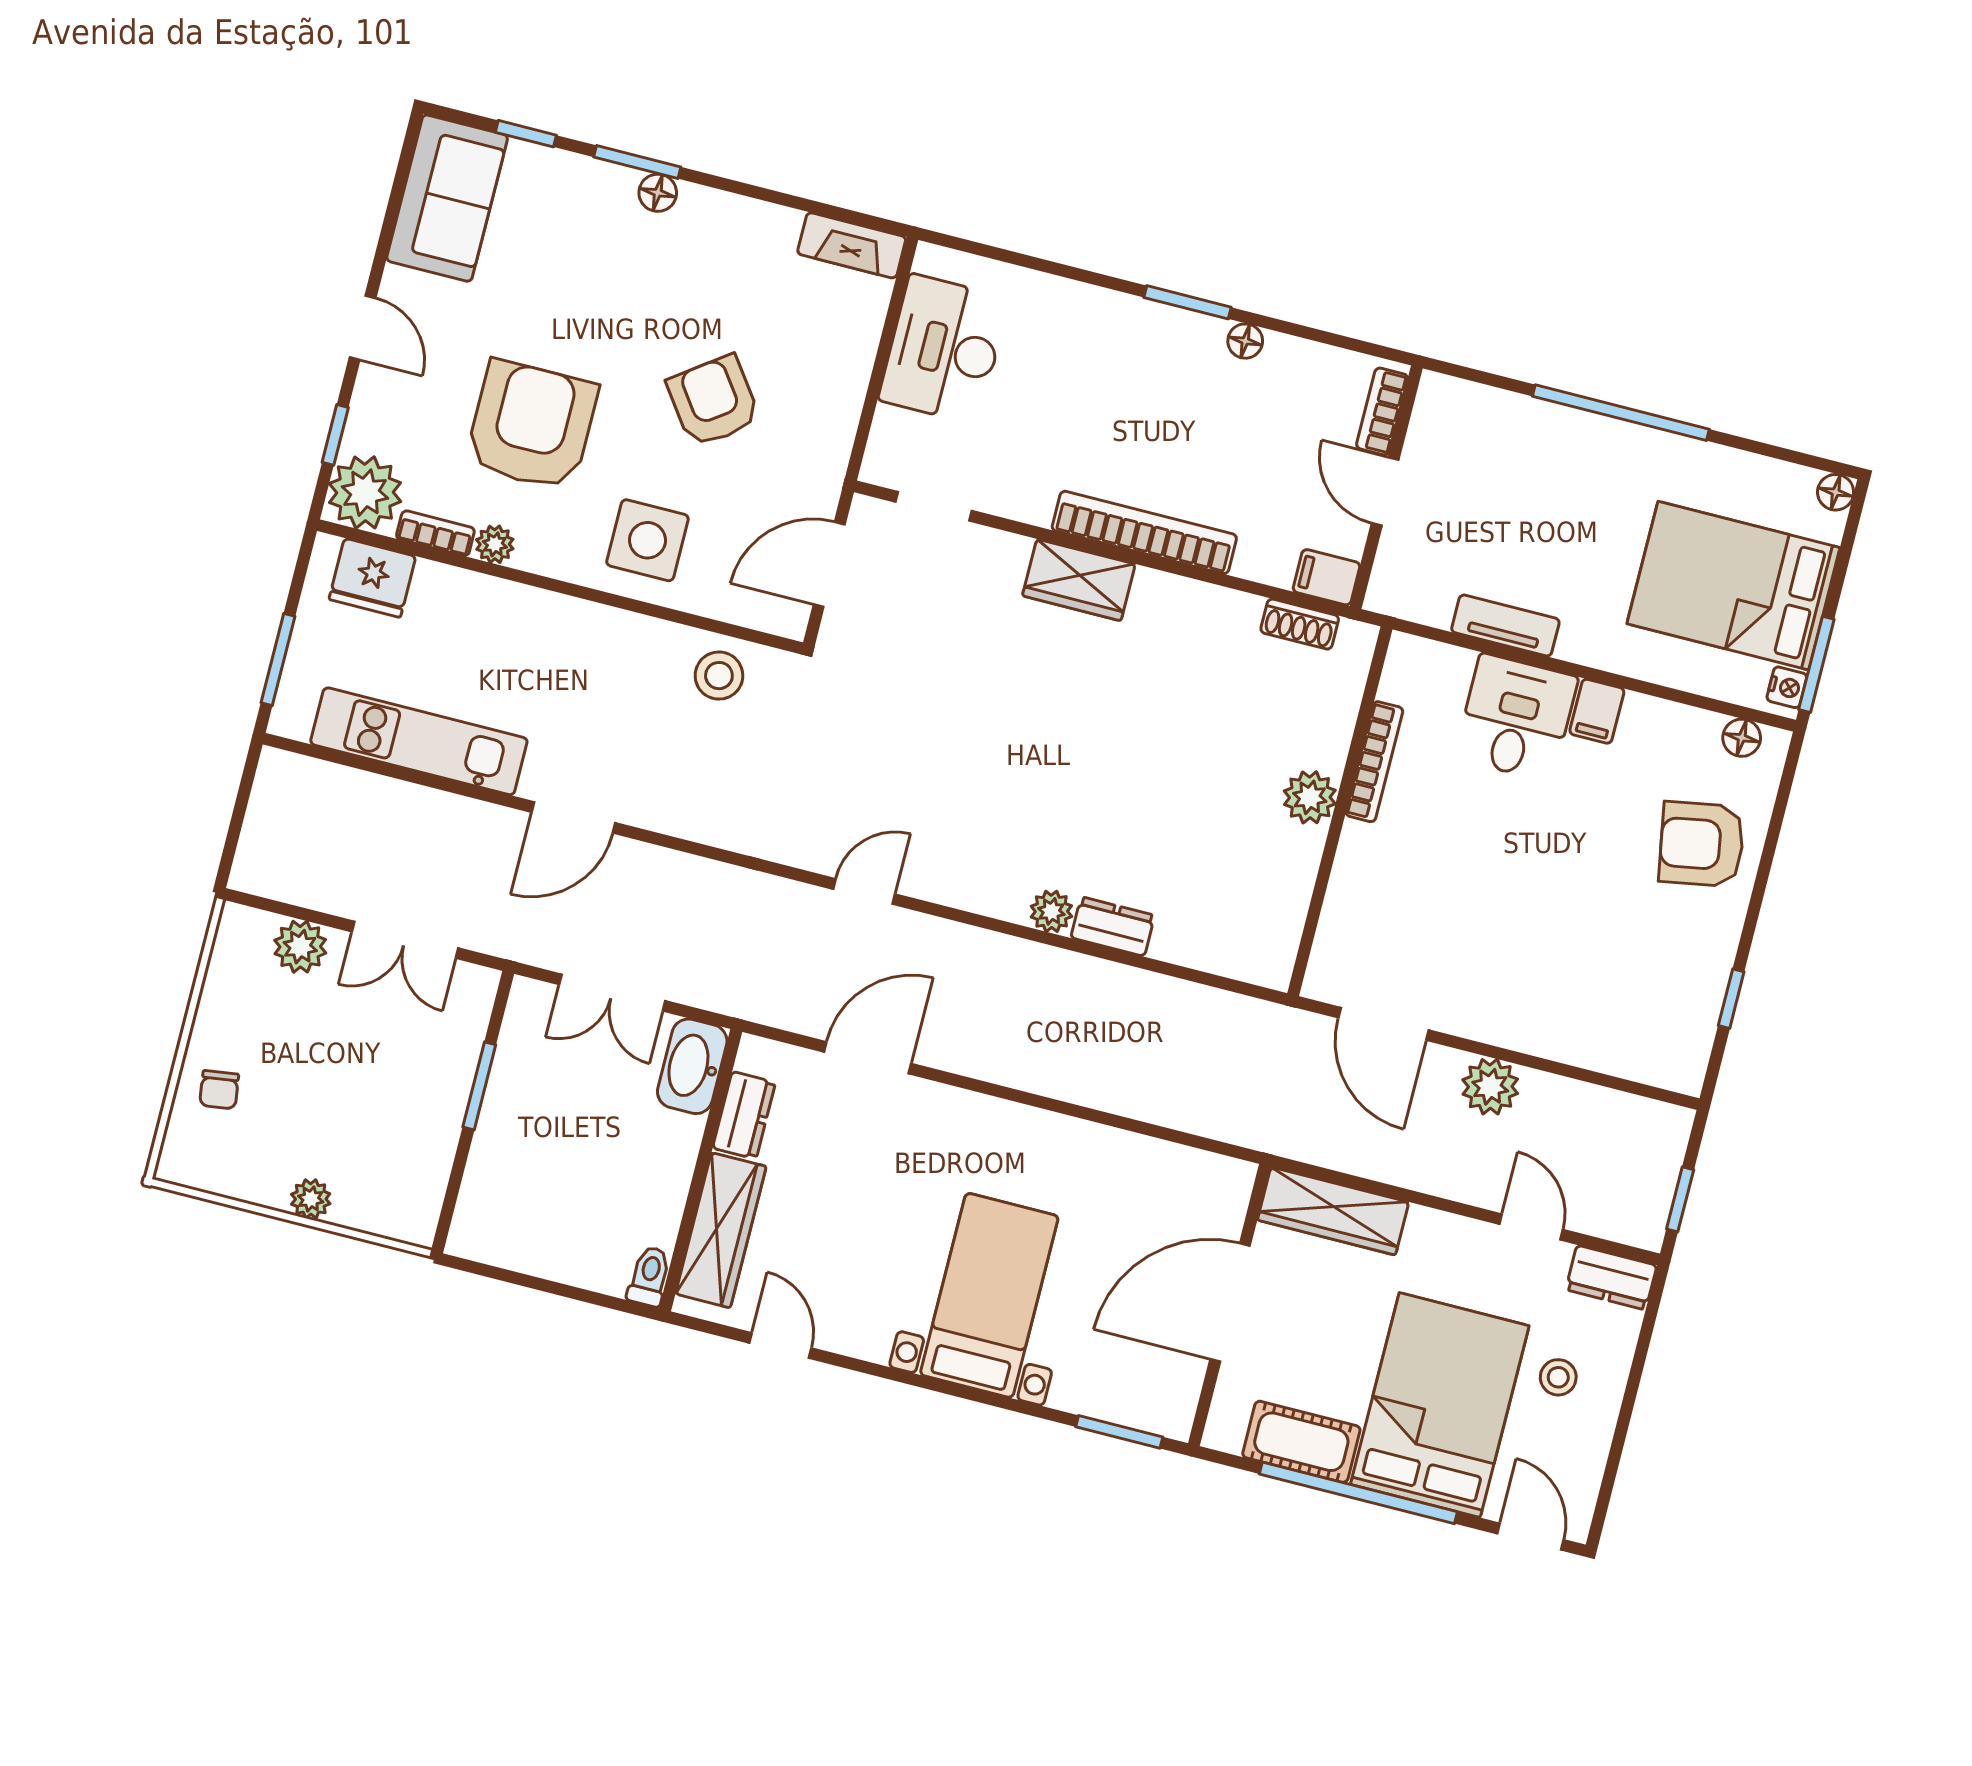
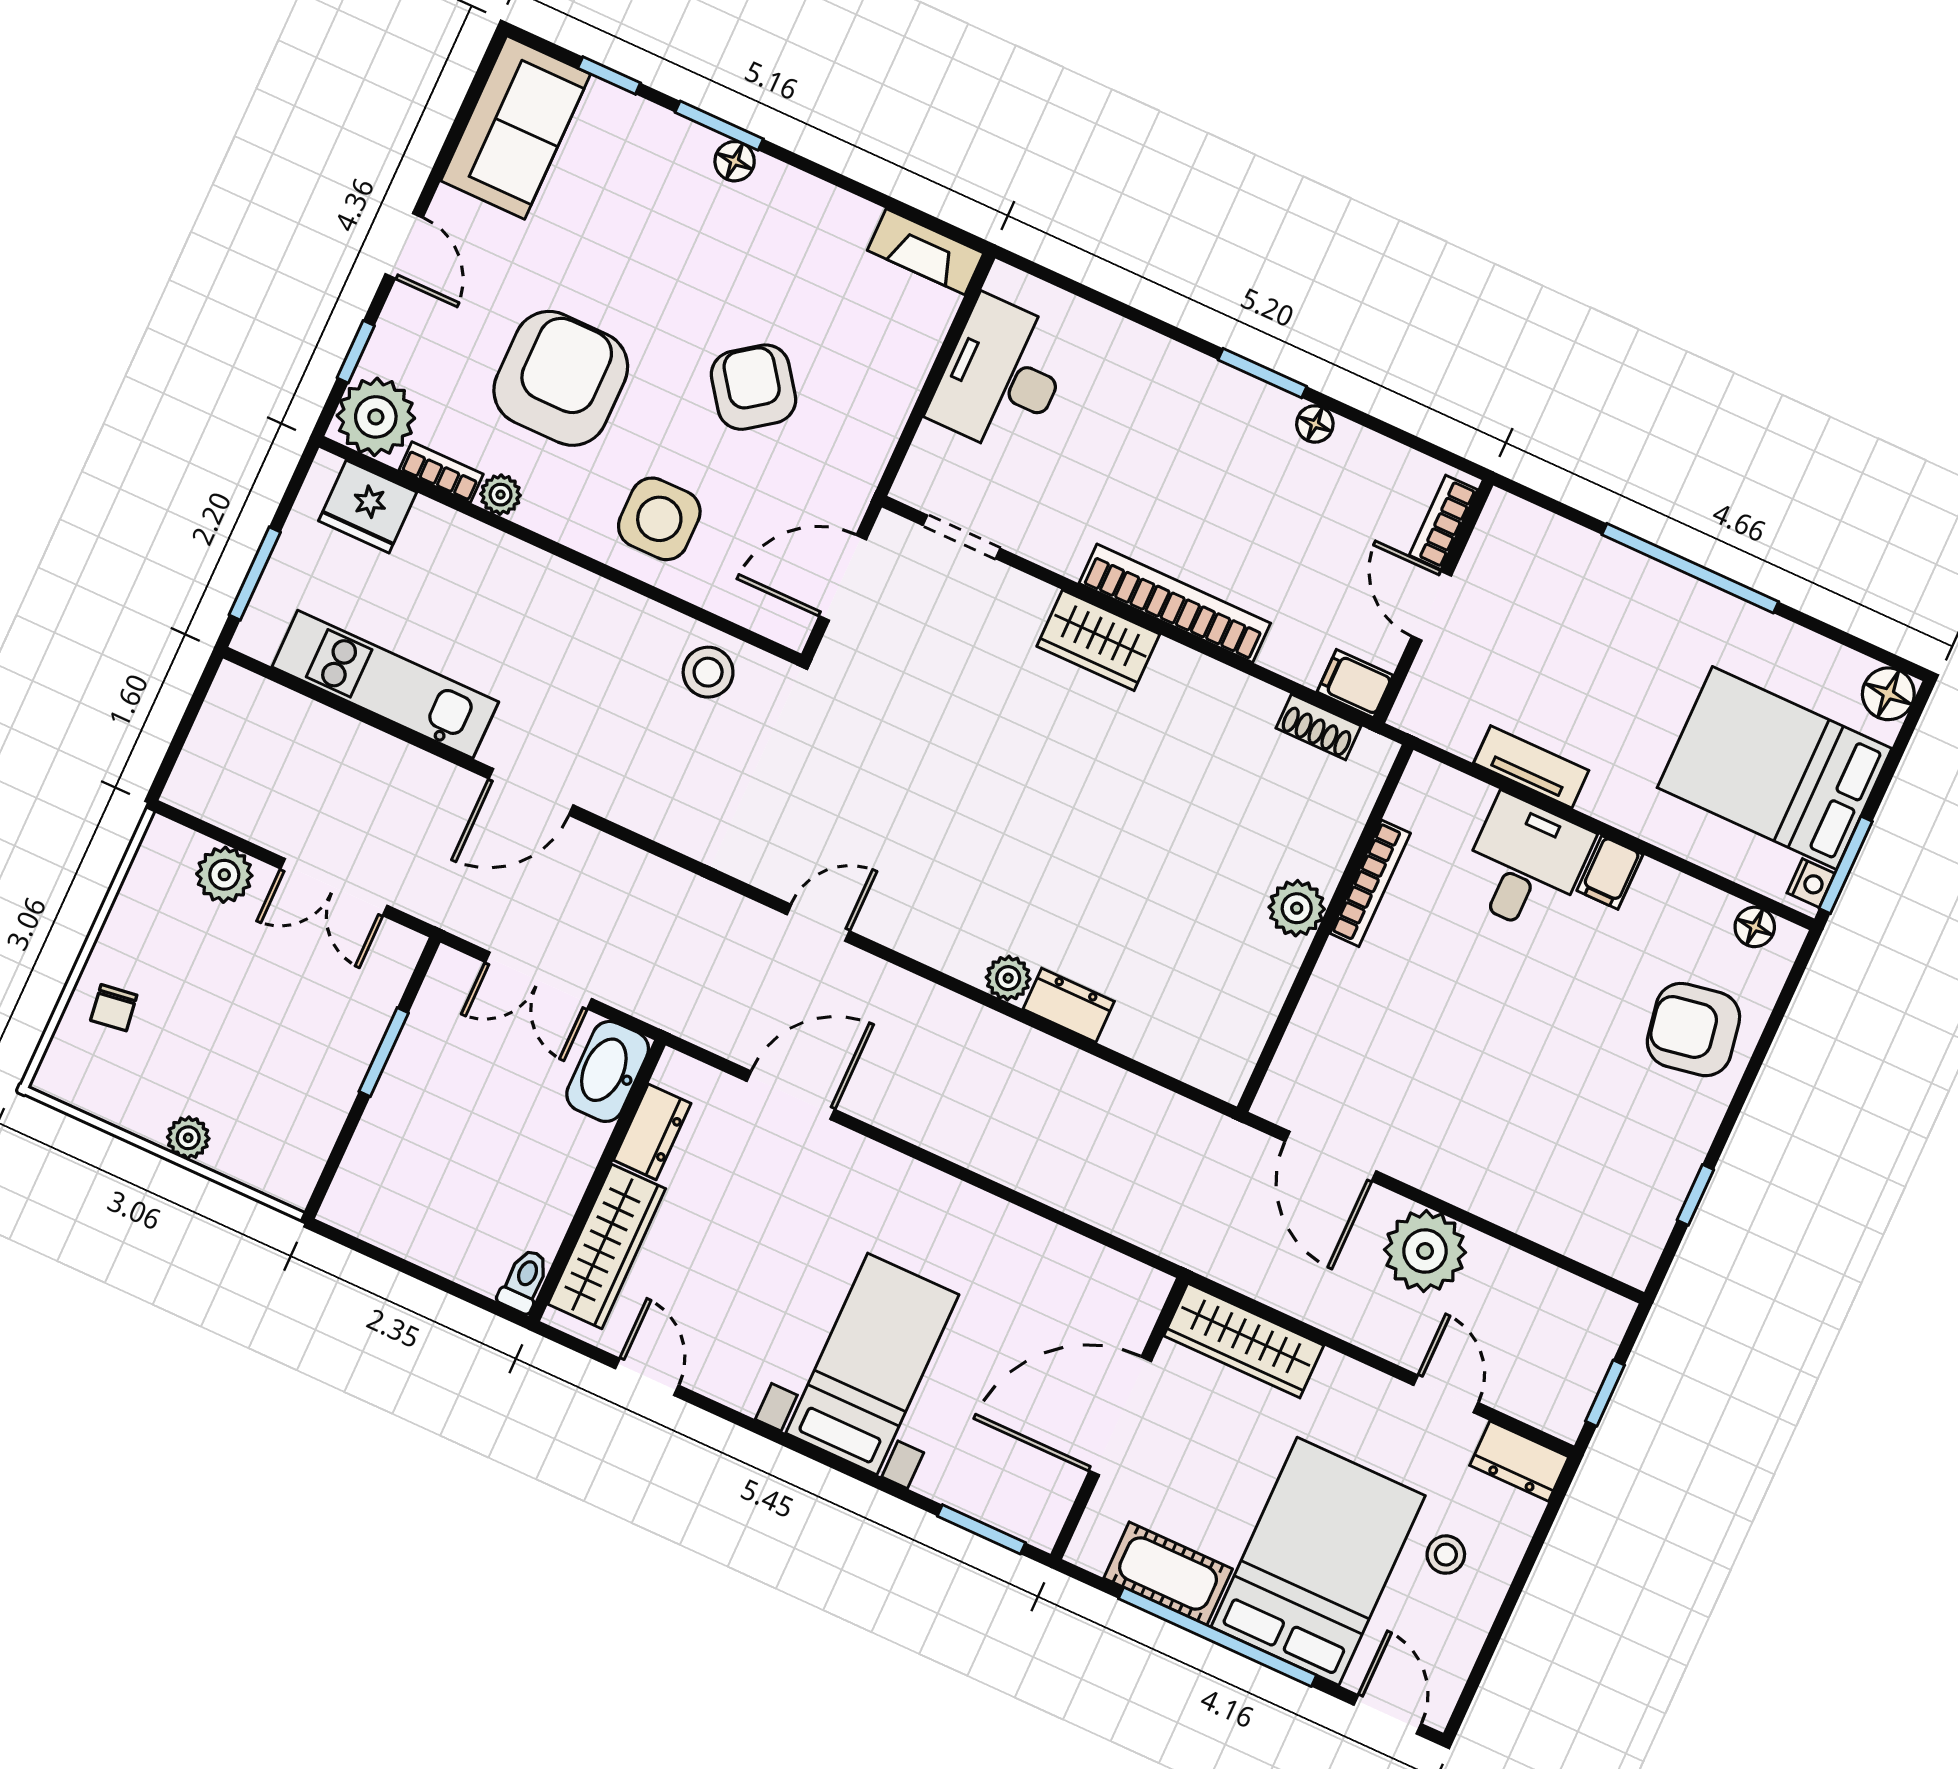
floor lamp: (1836, 492) -> (1888, 694), width x1.37, depth x1.37
plant: (1490, 1087) -> (1425, 1251), width x1.36, depth x1.36

